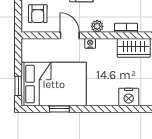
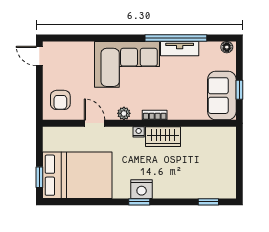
nightstand: (90, 43) -> (139, 132), moved
nightstand: (129, 97) -> (142, 189), moved
window: (59, 109) -> (139, 202), moved

